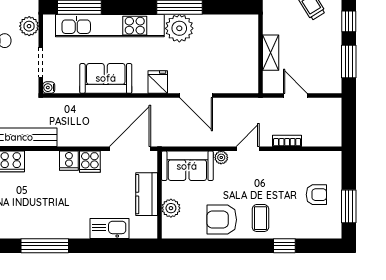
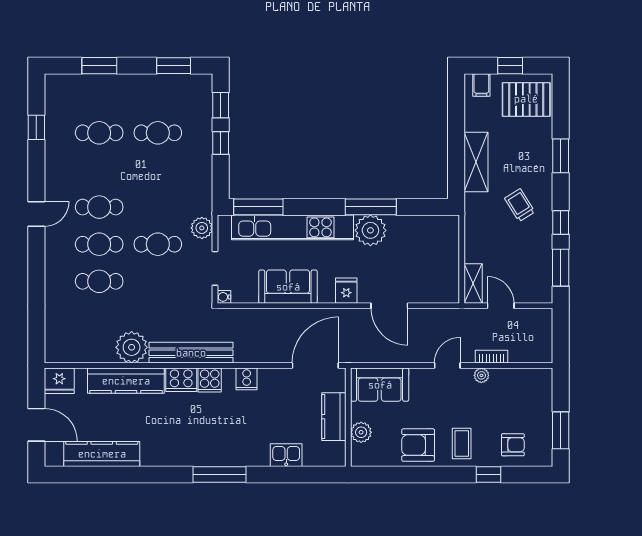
shelving: (271, 53) -> (473, 283), moved
plant: (221, 157) -> (481, 375), moved
cooker: (90, 162) -> (210, 380), moved
armchair: (316, 195) -> (513, 445), moved
kitchen sink: (109, 228) -> (286, 455), width x0.73

